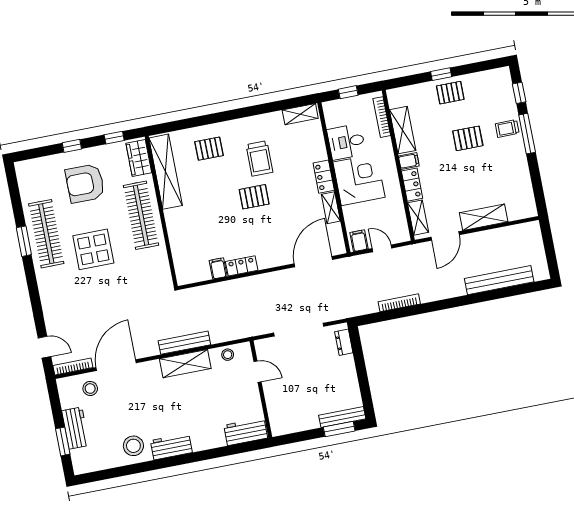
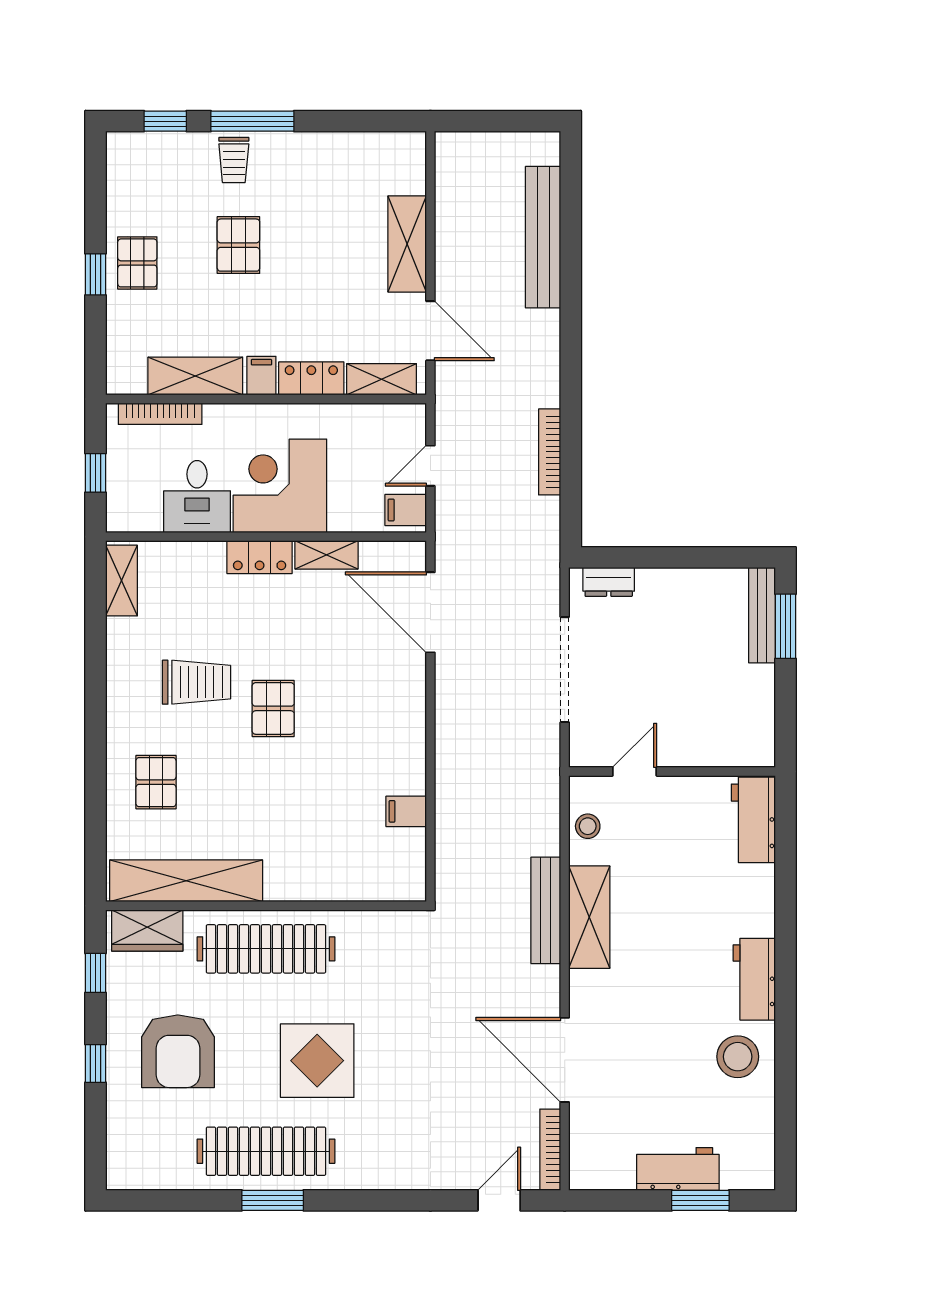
locker: (242, 266) -> (410, 762), removed
stool: (90, 388) -> (602, 1123), removed

